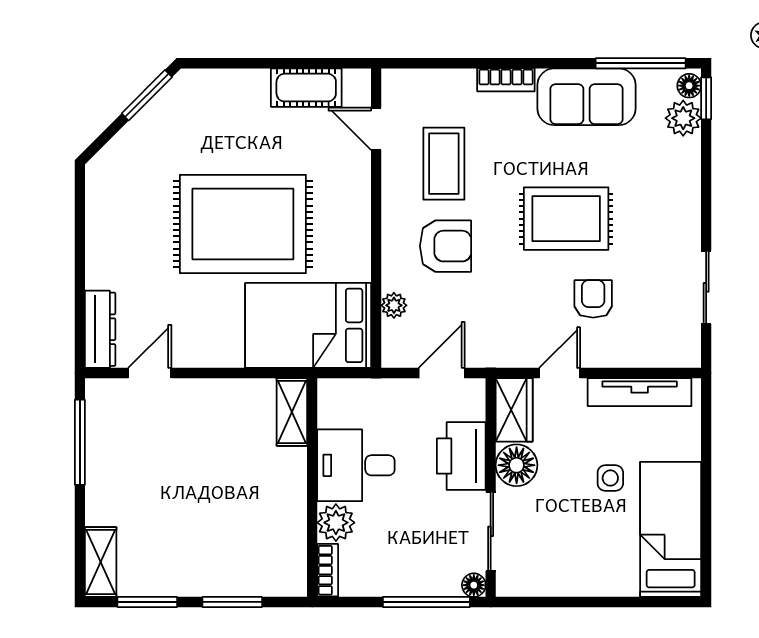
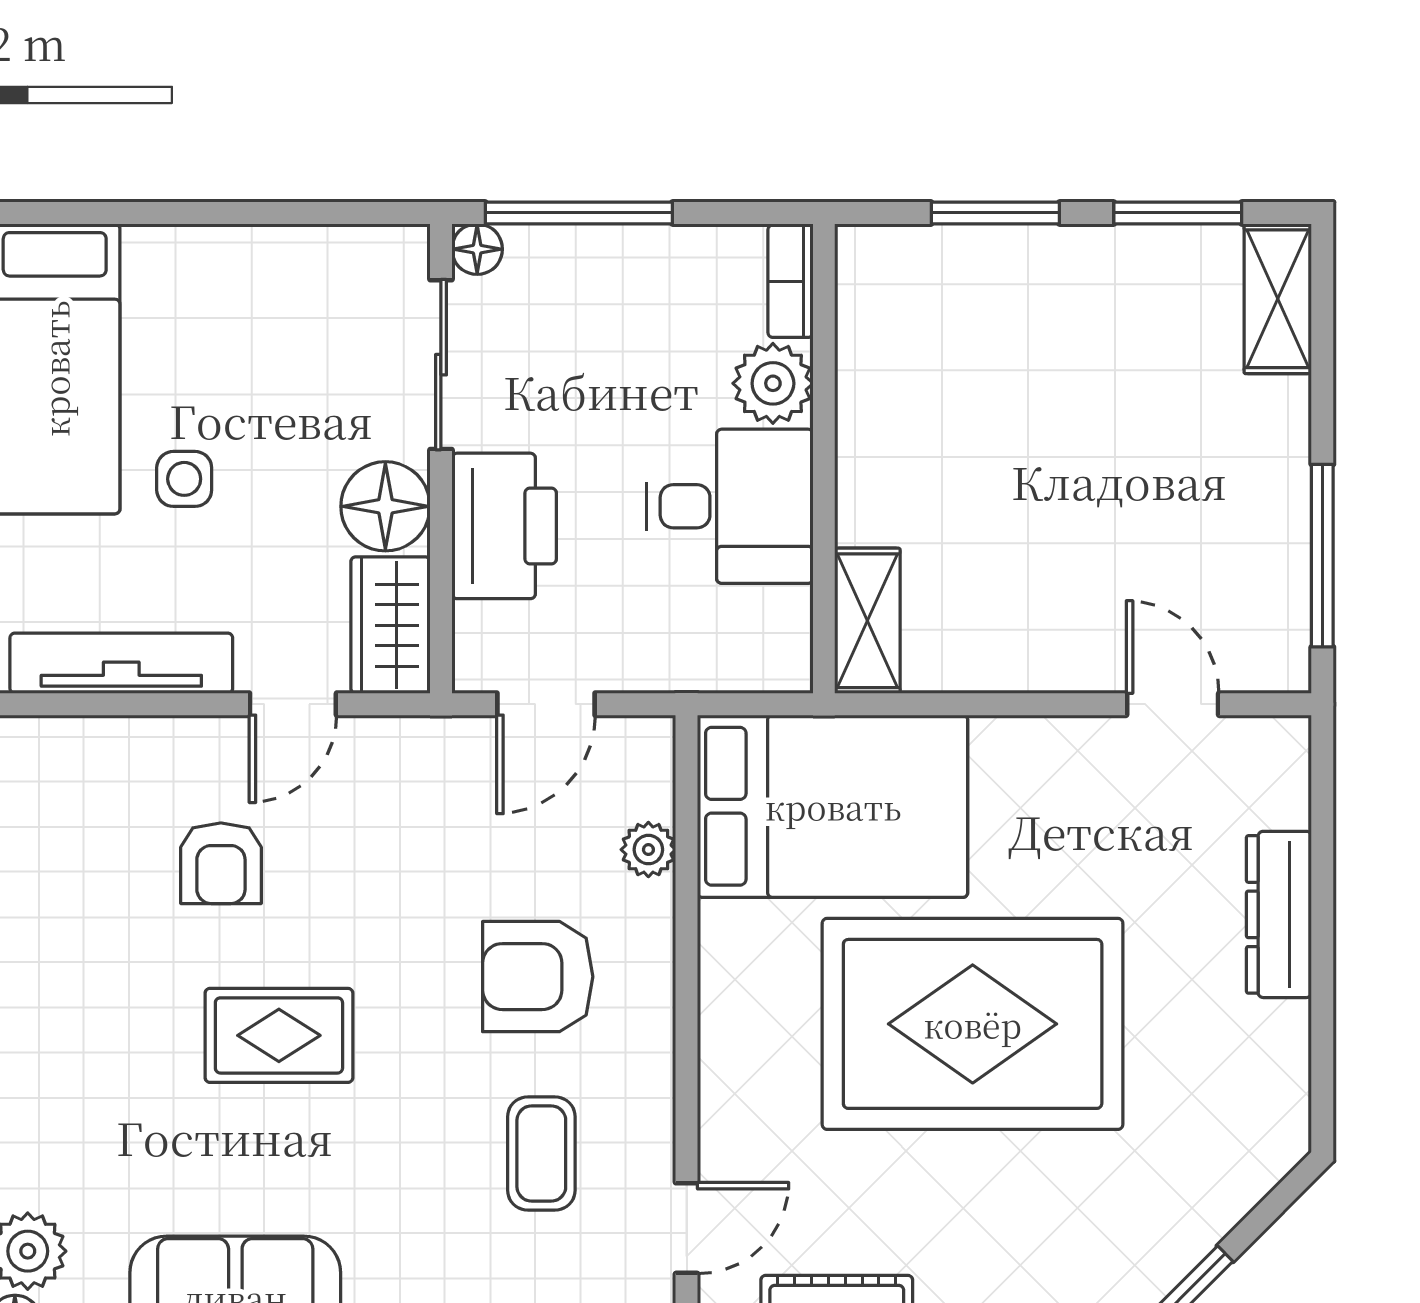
door: (376, 129) -> (687, 1228), hinge flipped
coffee table: (444, 164) -> (541, 1154), width x0.73, depth x0.77
rug: (566, 219) -> (279, 1035), width x0.73, depth x0.70
dresser: (100, 329) -> (1279, 914), moved
door: (150, 373) -> (1173, 704), swing flipped

